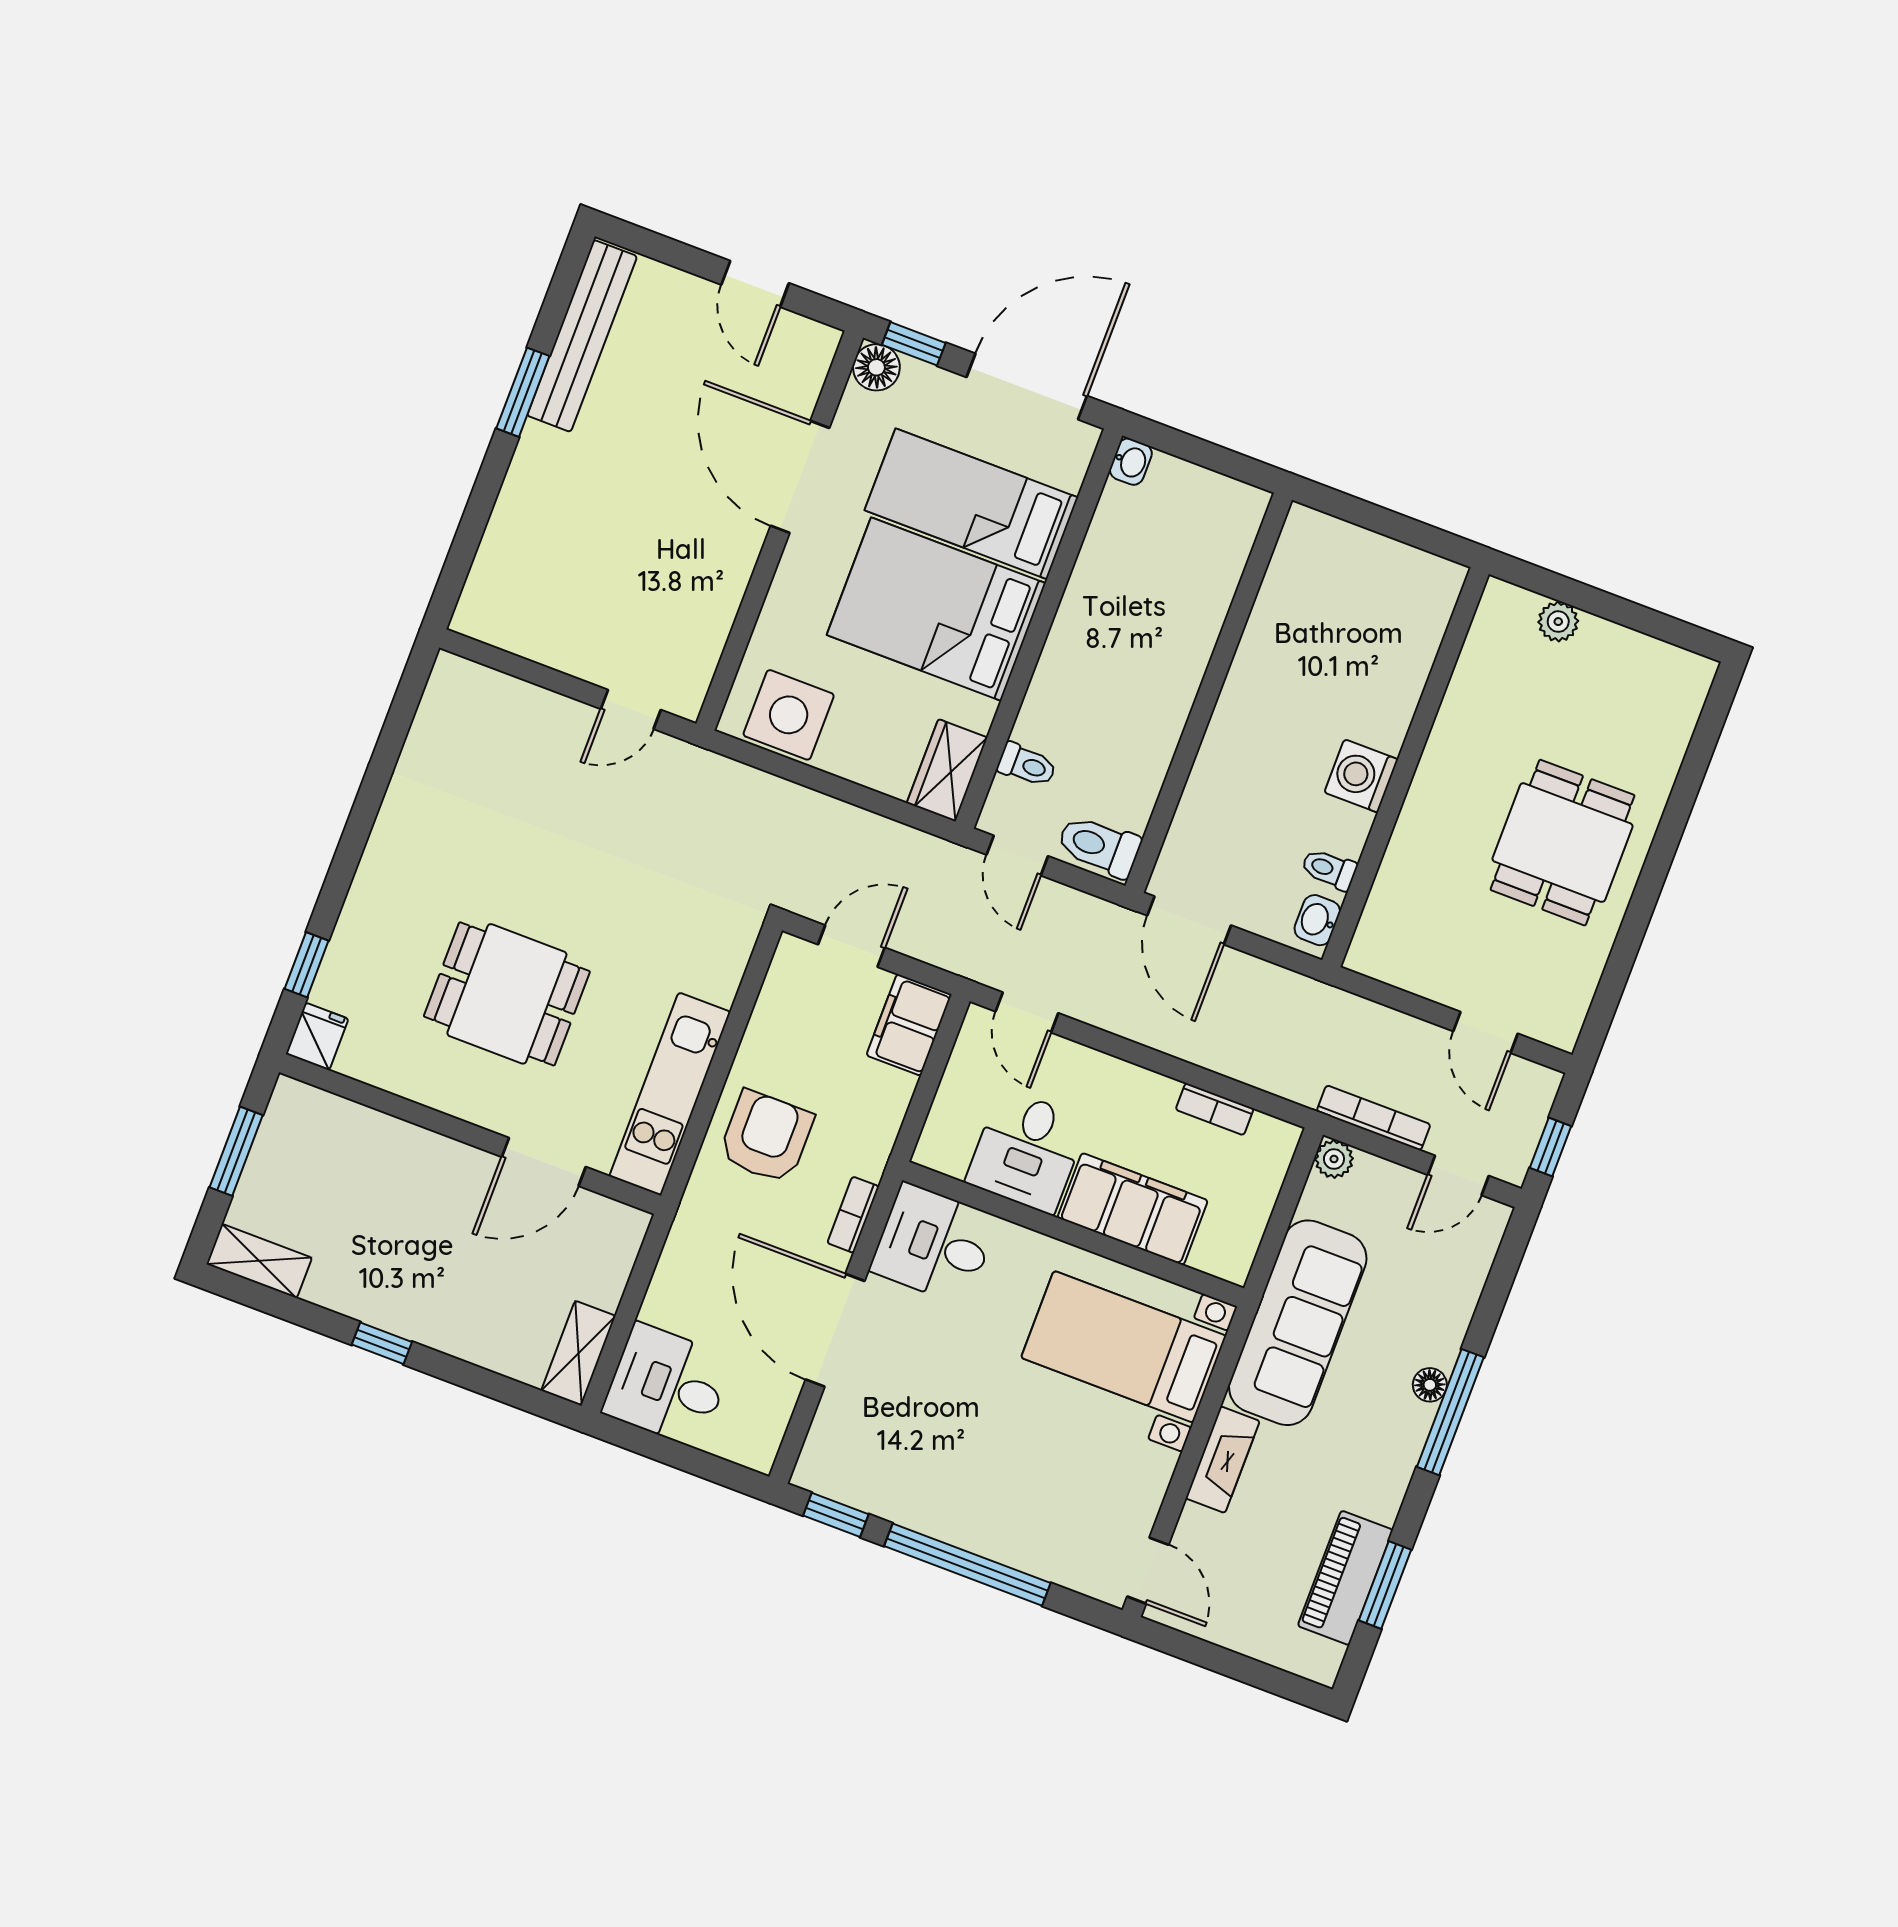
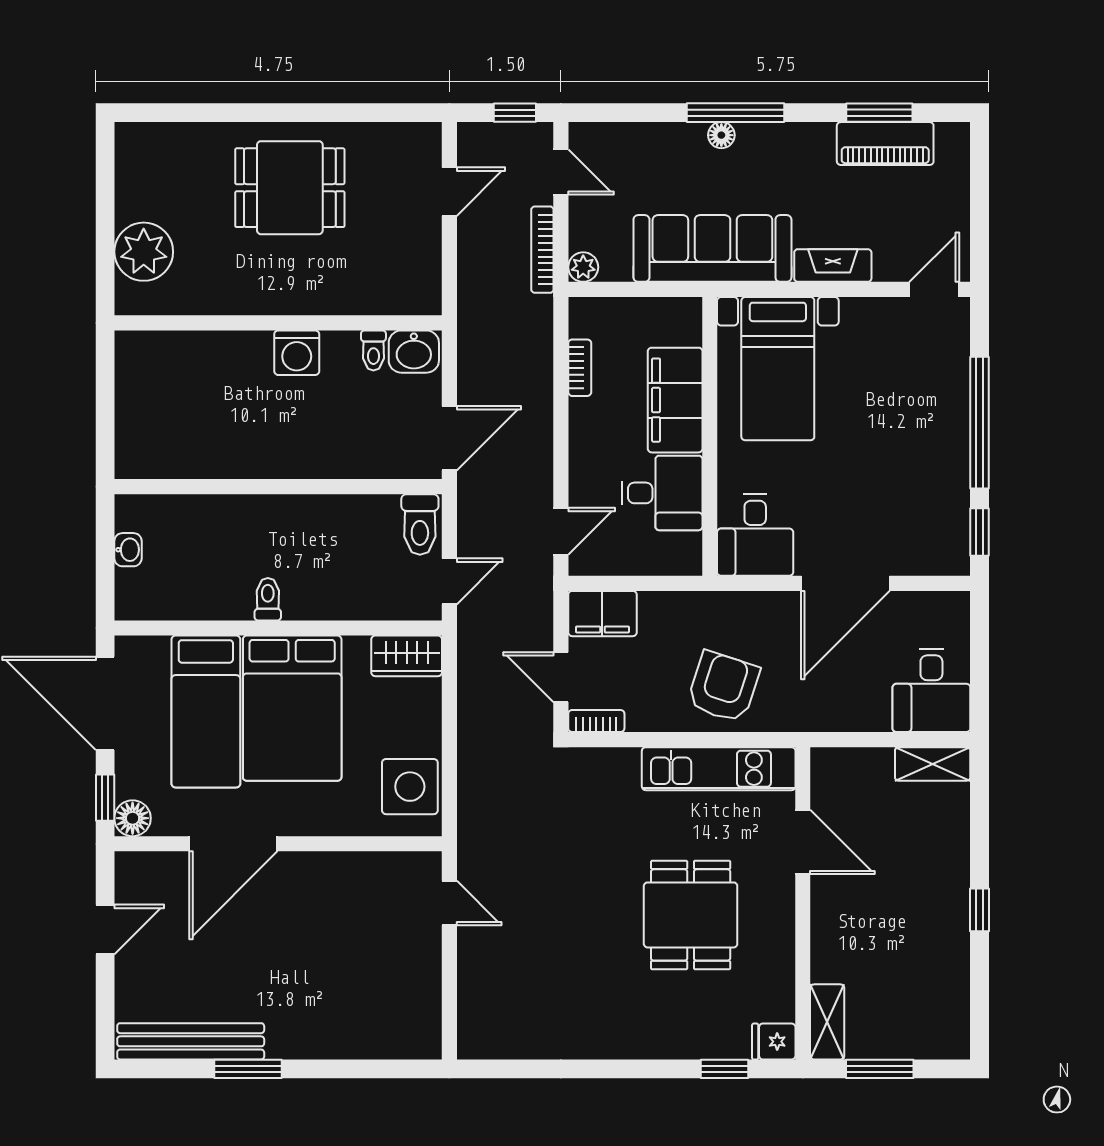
washbasin: (1131, 462) -> (128, 550), moved, turned 90
plant: (1558, 622) -> (144, 252), width x1.88, depth x1.88
toilet: (1027, 765) -> (268, 599), moved
washbasin: (1317, 920) -> (414, 352), width x1.38, depth x1.45
armchair: (766, 1137) -> (723, 687), turned 108
bookcase: (853, 1215) -> (596, 721), moved, turned 180
shelving: (259, 1261) -> (827, 1022), moved

